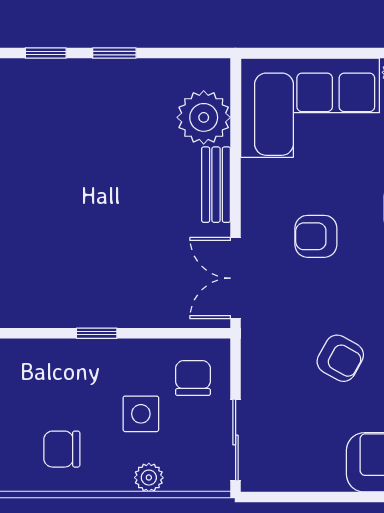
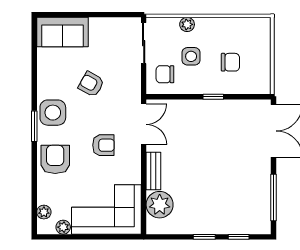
chair: (193, 378) -> (165, 74), turned 90
chair: (62, 449) -> (230, 62), moved

